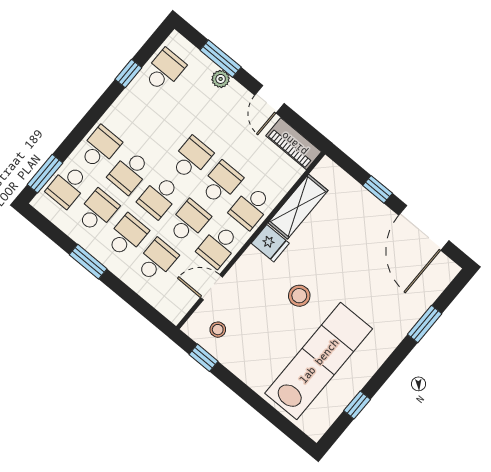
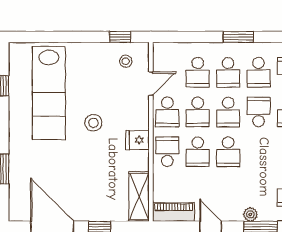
school desk: (159, 197) -> (228, 112), turned 180
shelving: (298, 207) -> (139, 196), moved
school desk: (218, 246) -> (167, 112), turned 180

